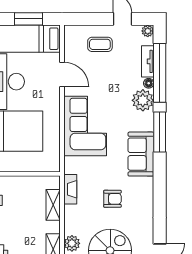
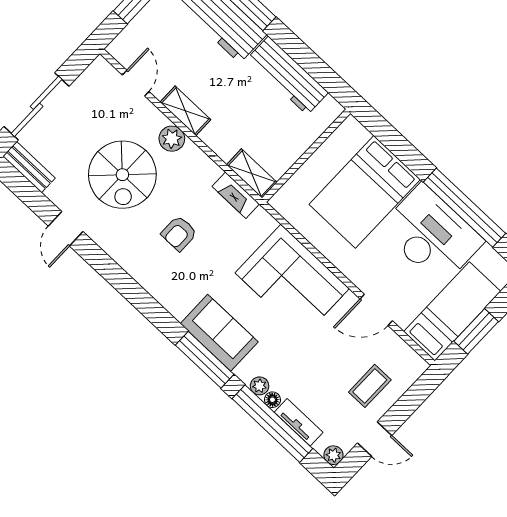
plant: (143, 100) -> (260, 386), width x0.53, depth x0.53
sofa: (141, 154) -> (219, 333), moved
shelving: (53, 205) -> (252, 174), moved

